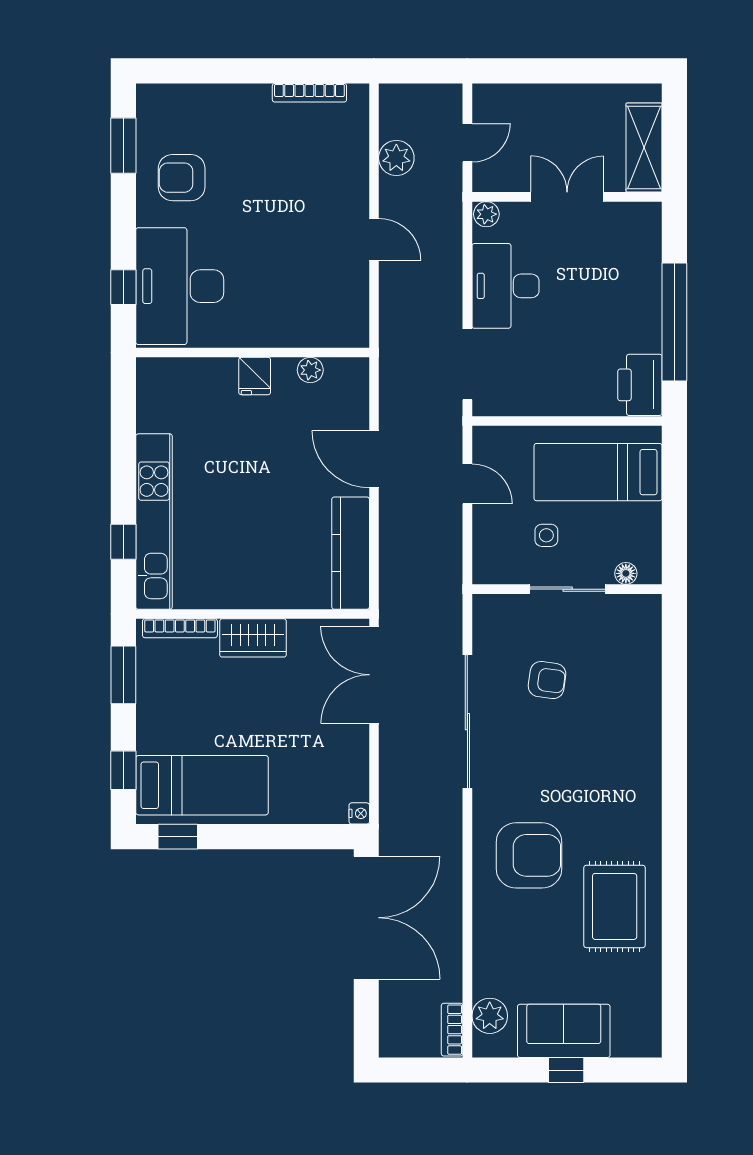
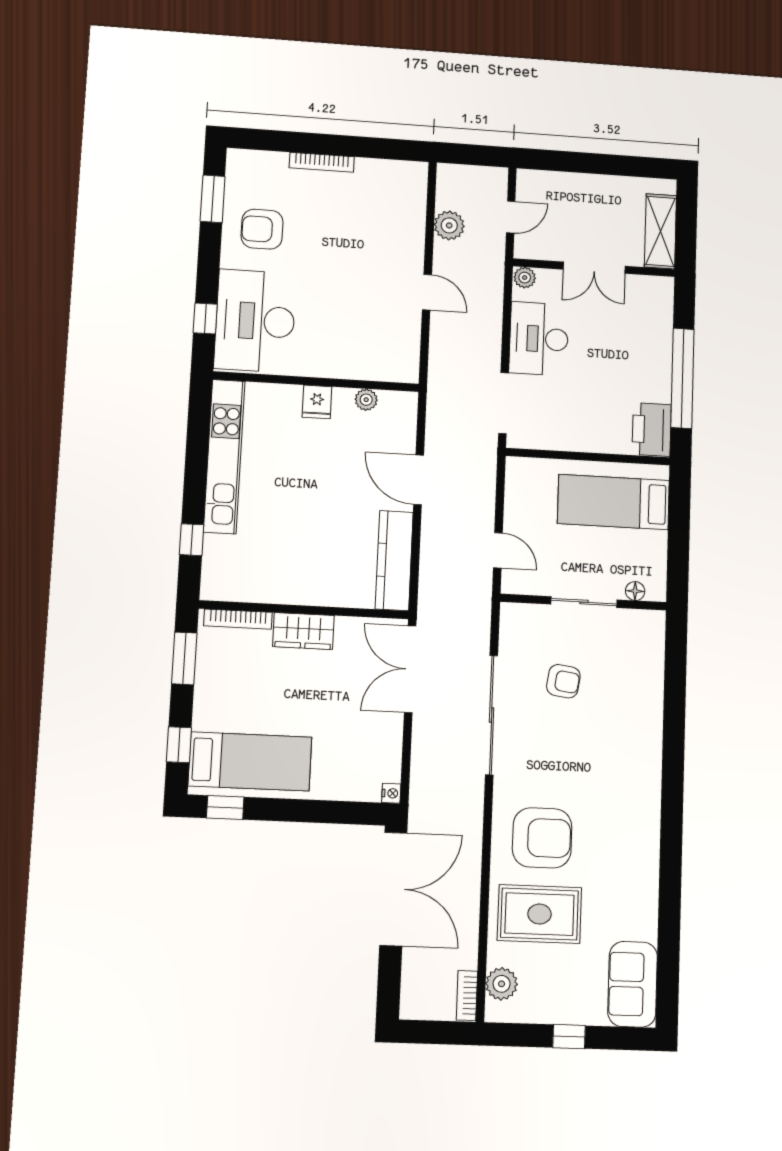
bookcase: (309, 93) -> (322, 162), moved
double door: (567, 197) -> (594, 268), swing flipped
door: (467, 484) -> (498, 550), moved
kitchen unit: (154, 522) -> (224, 456), moved
side table: (546, 535) -> (567, 554), removed
rug: (615, 906) -> (539, 914), moved, turned 90
sofa: (564, 1031) -> (633, 984), moved, turned -90

